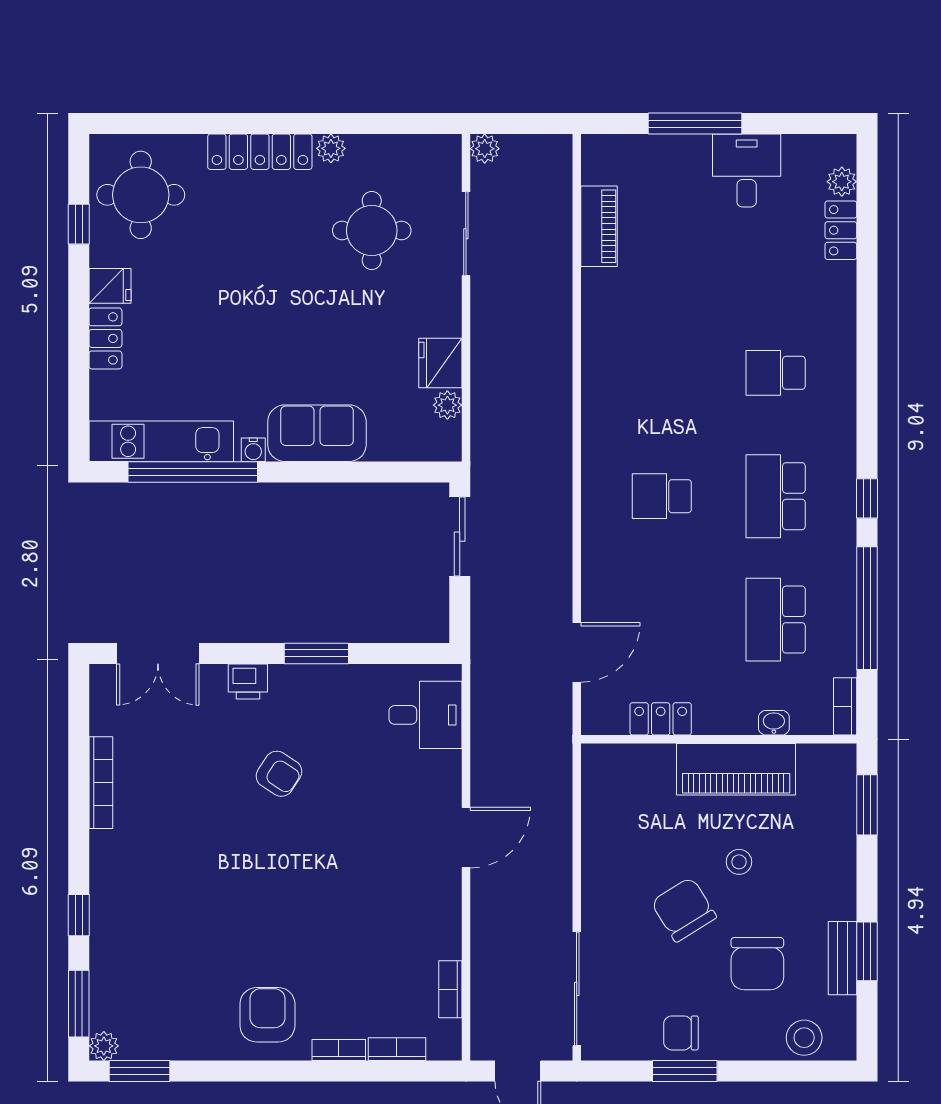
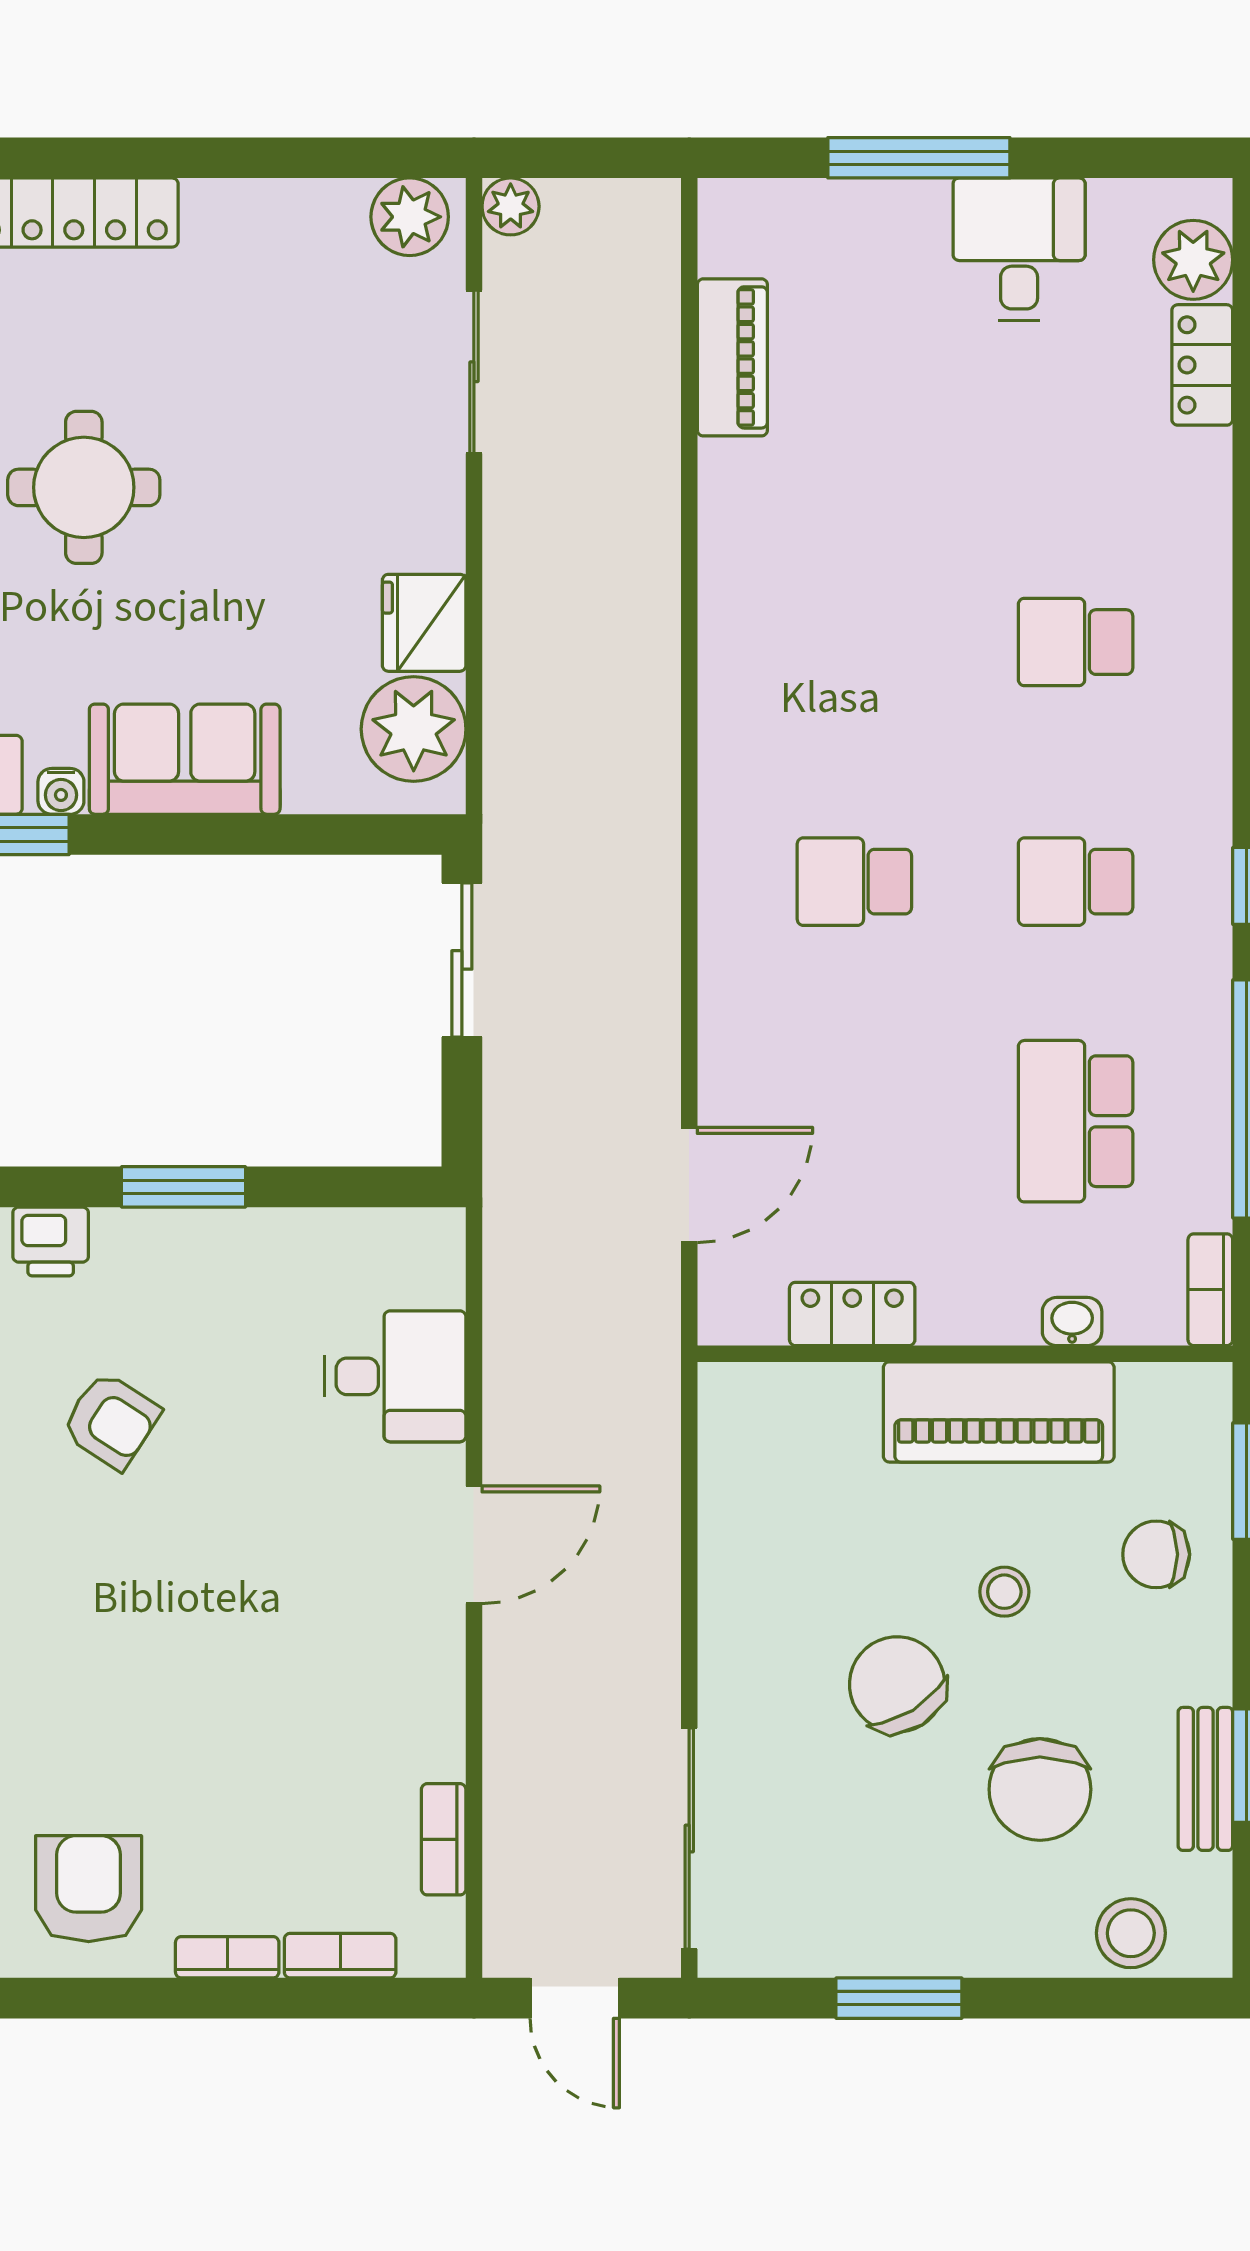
plant: (331, 148) -> (410, 217), moved, width x1.38, depth x1.38
plant: (842, 182) -> (1193, 260), width x1.38, depth x1.38
round table: (372, 231) -> (84, 487), moved
plant: (447, 405) -> (414, 729), width x1.88, depth x1.88
school desk: (776, 496) -> (1076, 882), width x0.54
desk: (425, 715) -> (395, 1376), moved
chair: (681, 1033) -> (1156, 1554), moved

